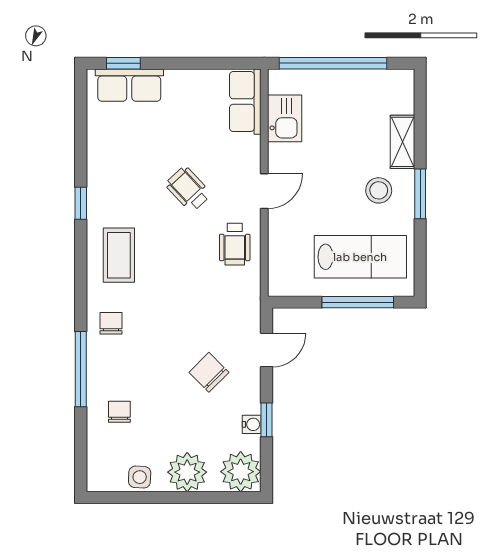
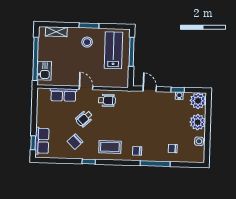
row of seats: (245, 102) -> (63, 95), moved
kitchen sink: (285, 118) -> (44, 71), moved, turned 90
shelving: (402, 142) -> (56, 32), moved
chair: (209, 372) -> (75, 142), moved

